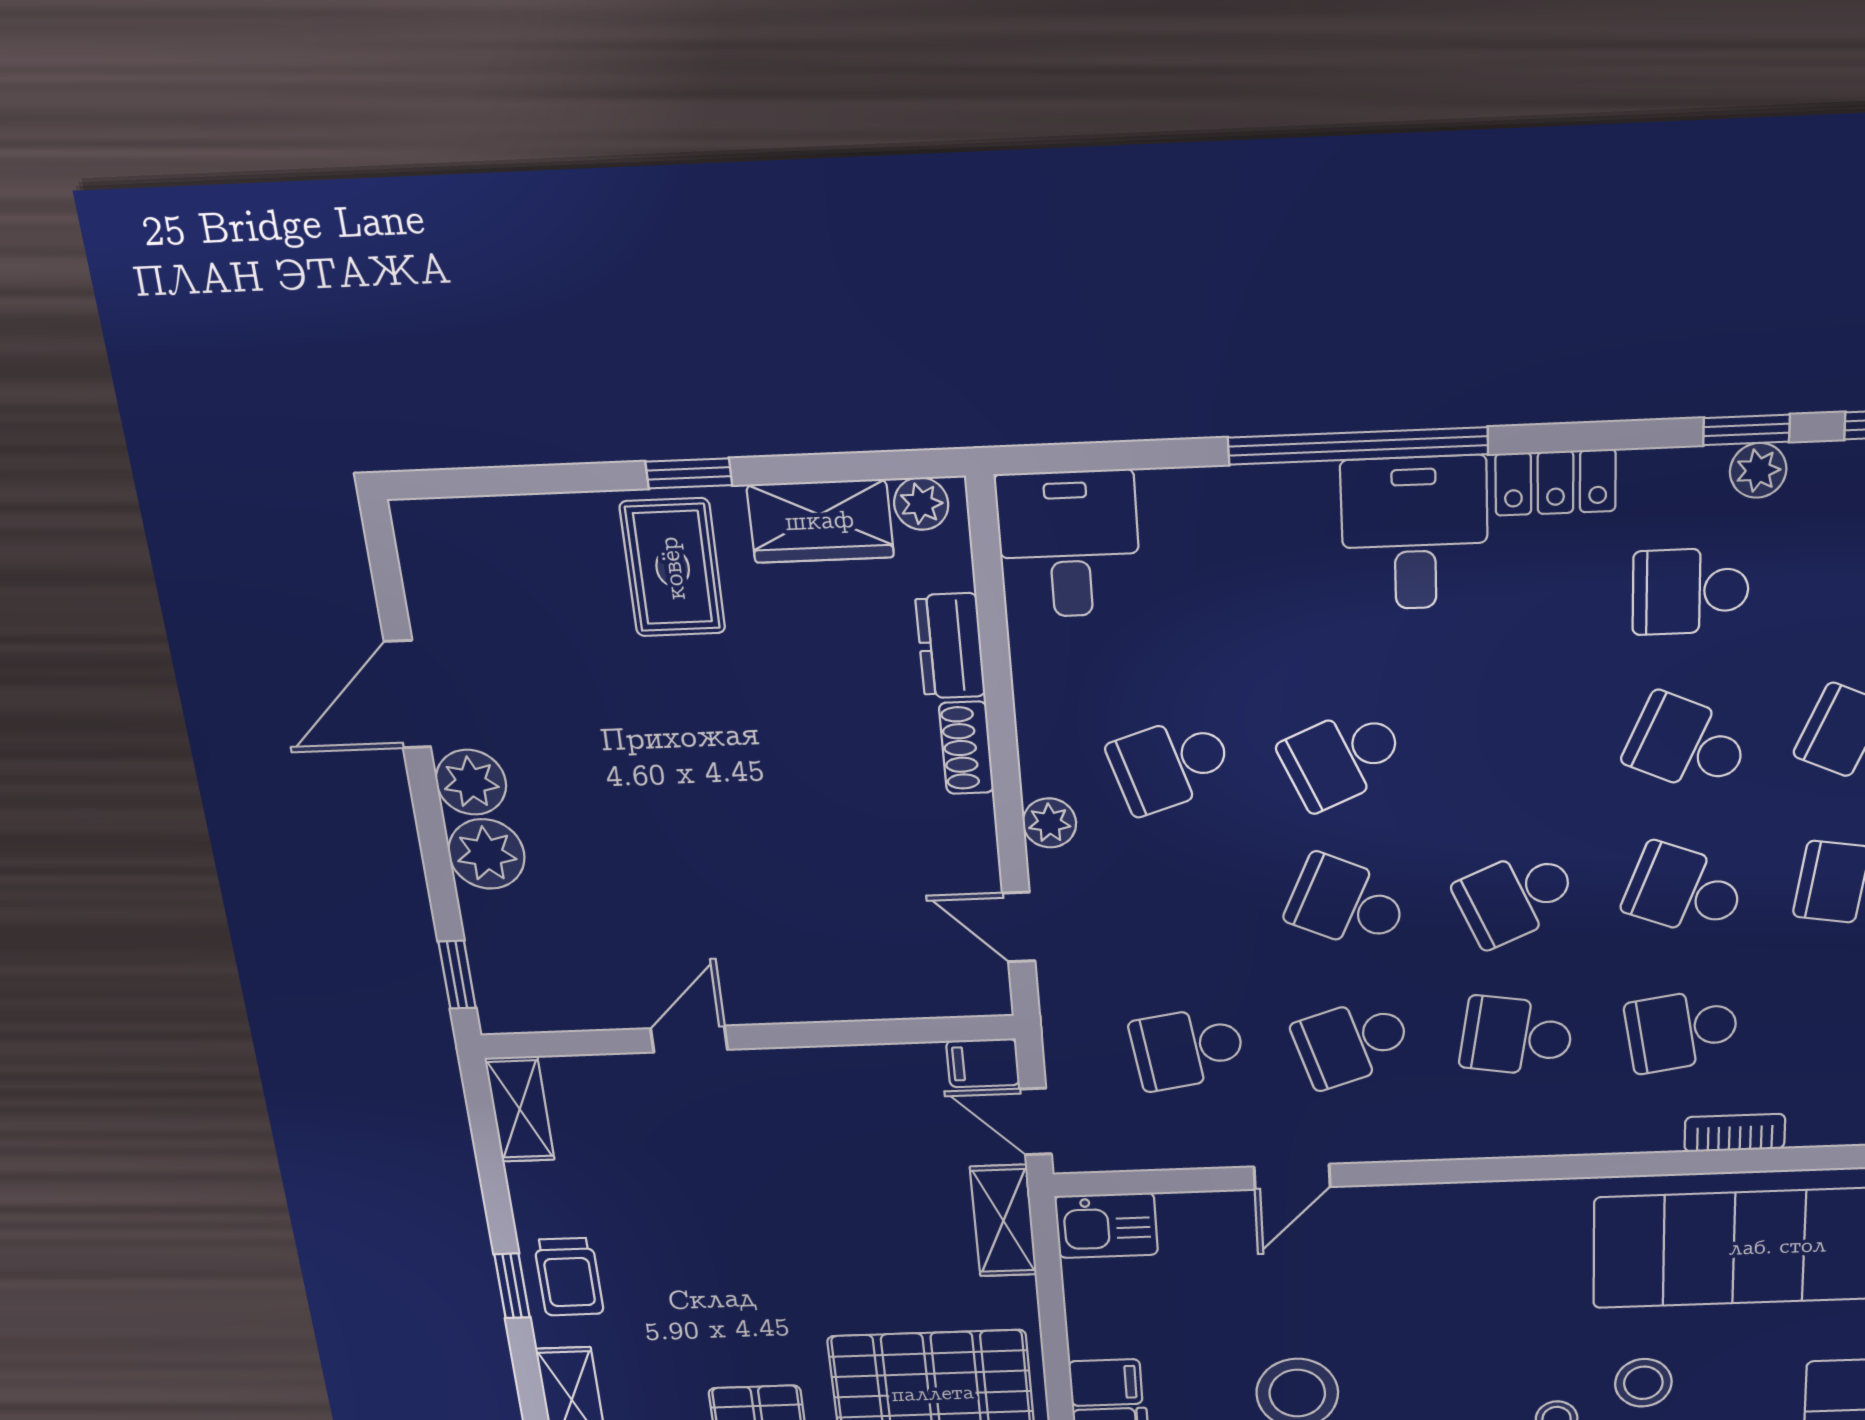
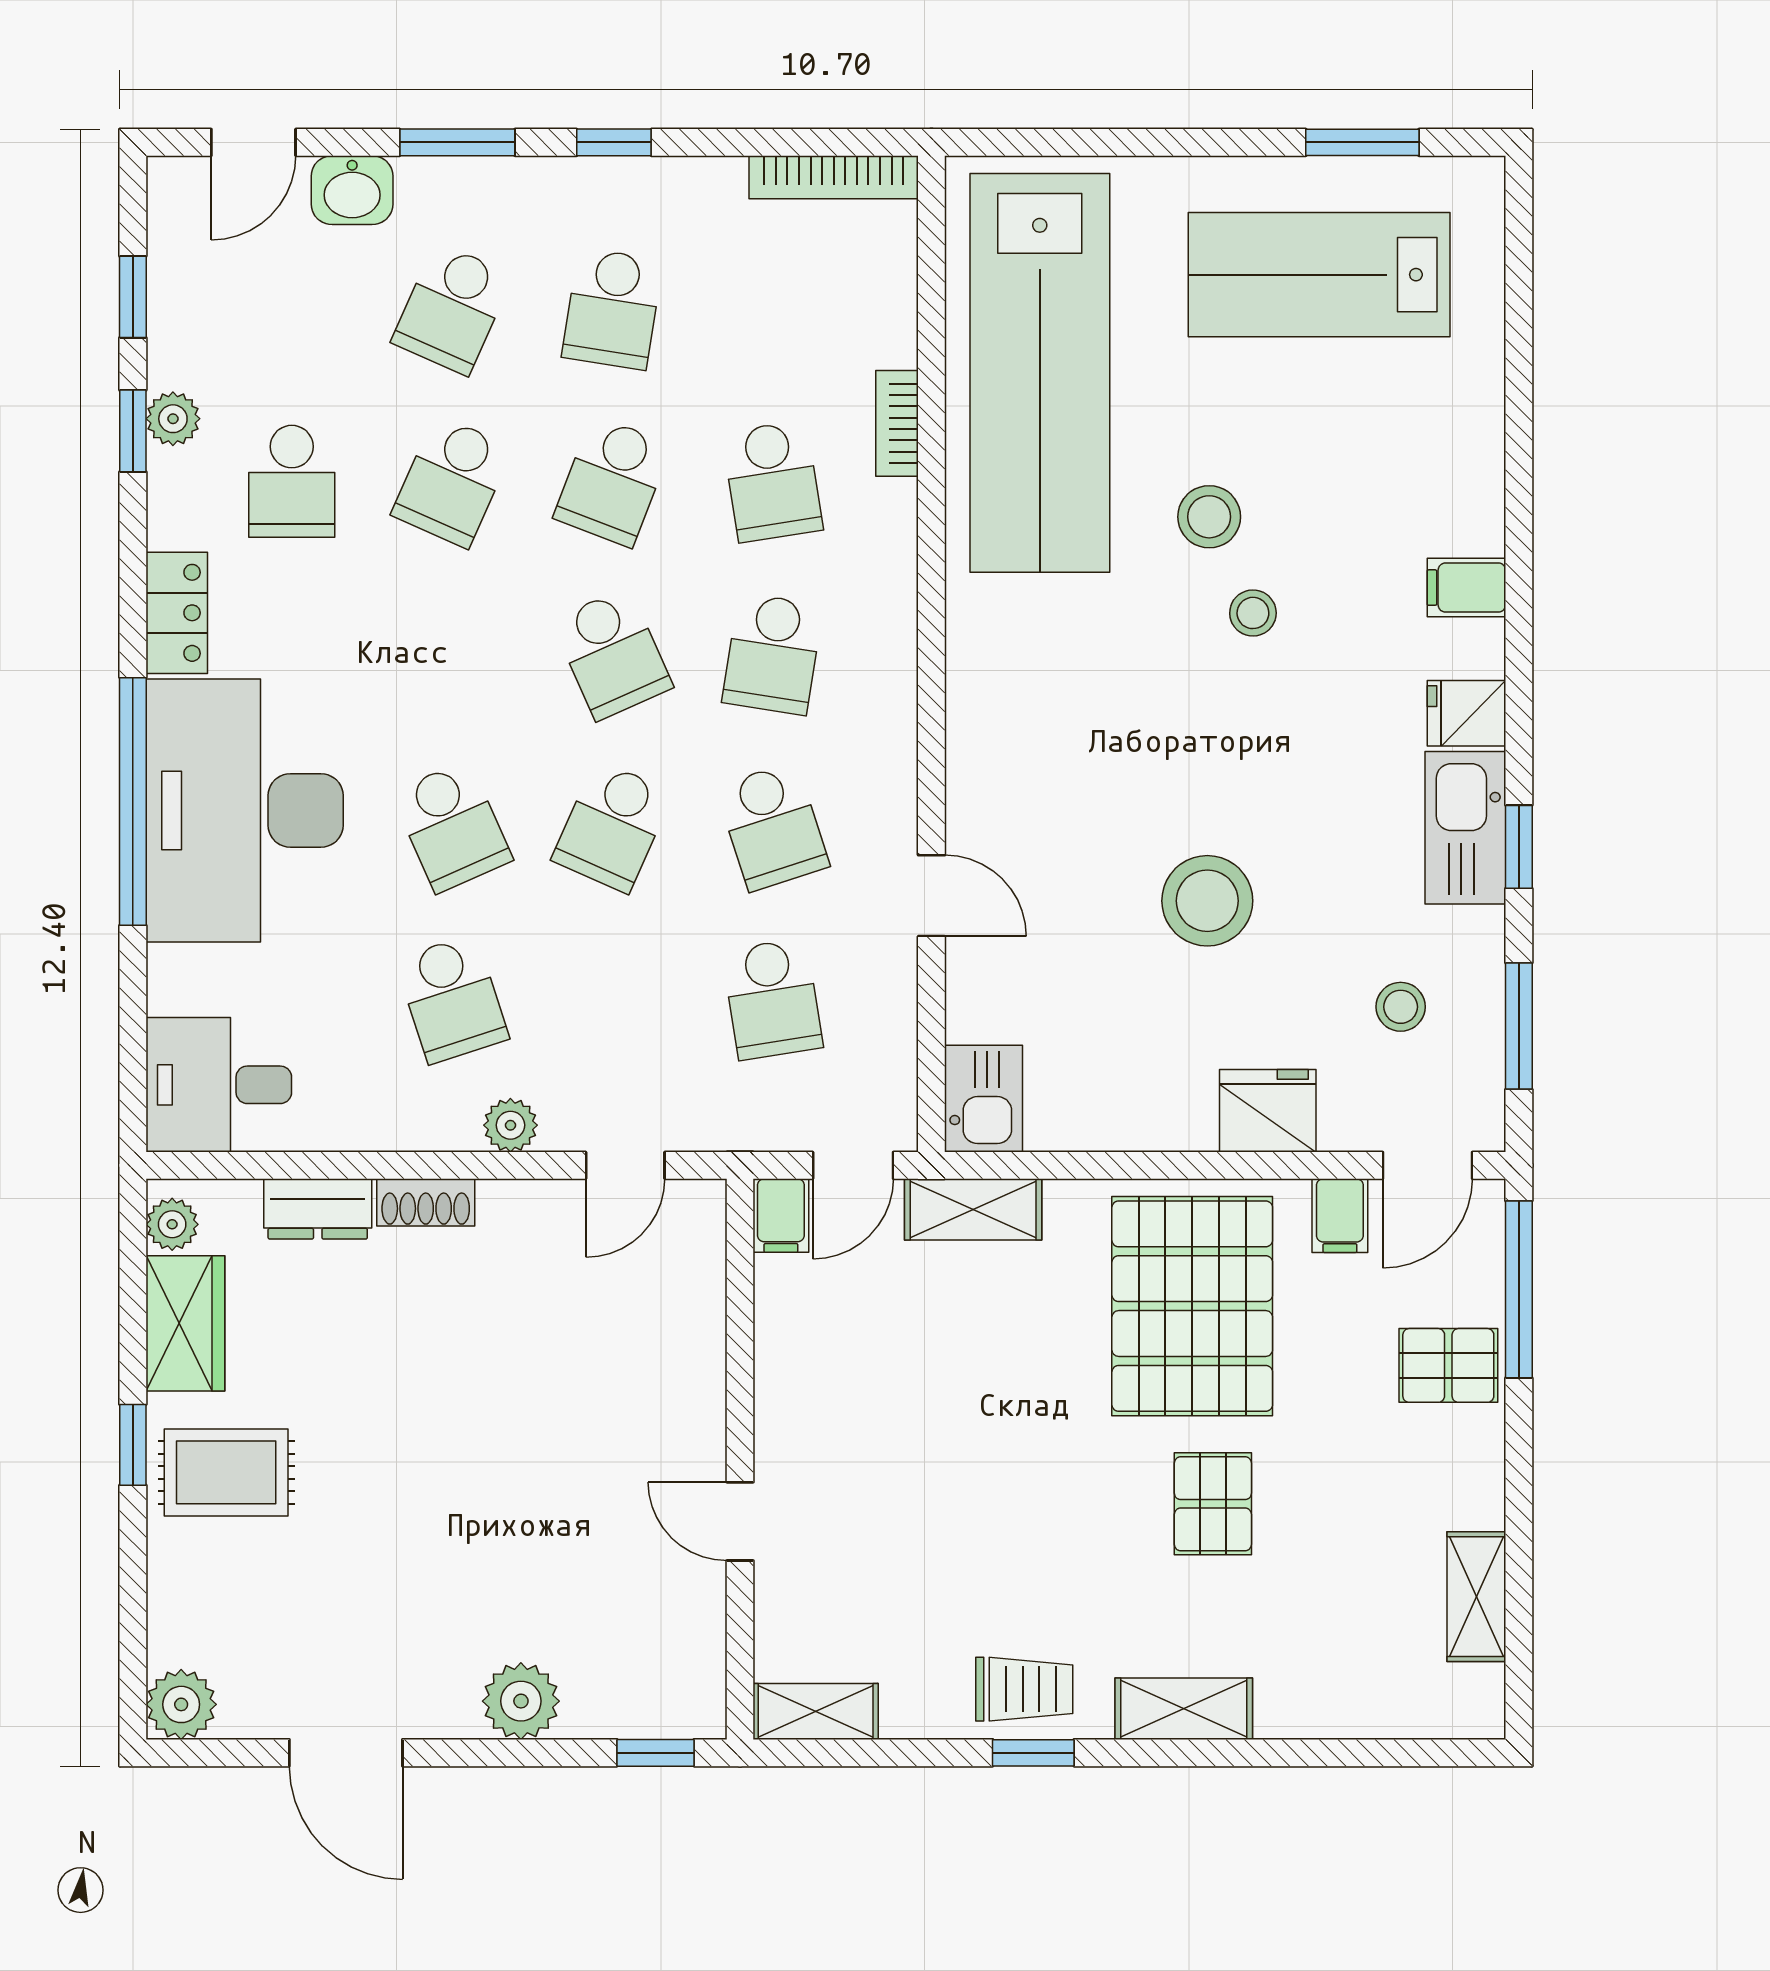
desk: (1415, 533) -> (245, 810), width x1.87, depth x1.30
plant: (471, 782) -> (181, 1704), moved
filing cabinet: (1106, 1383) -> (1185, 1113), removed

